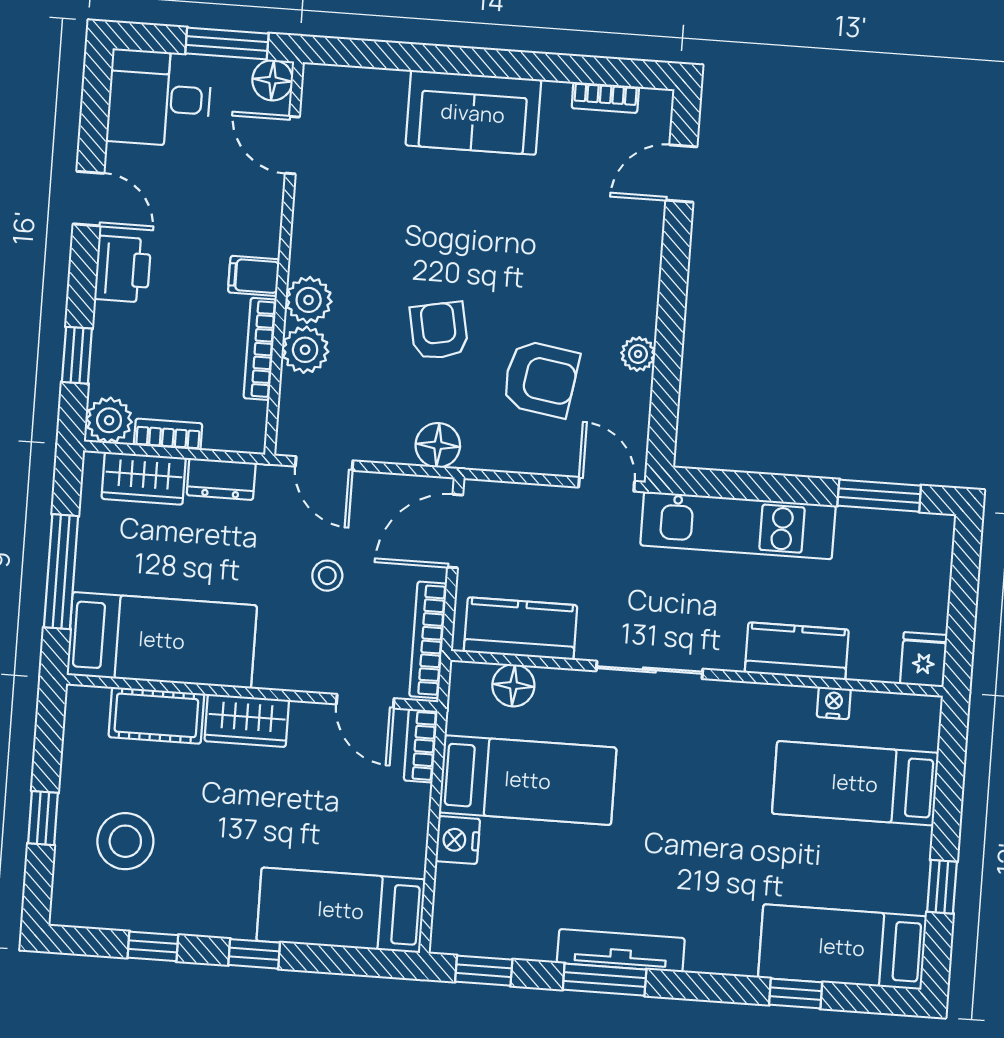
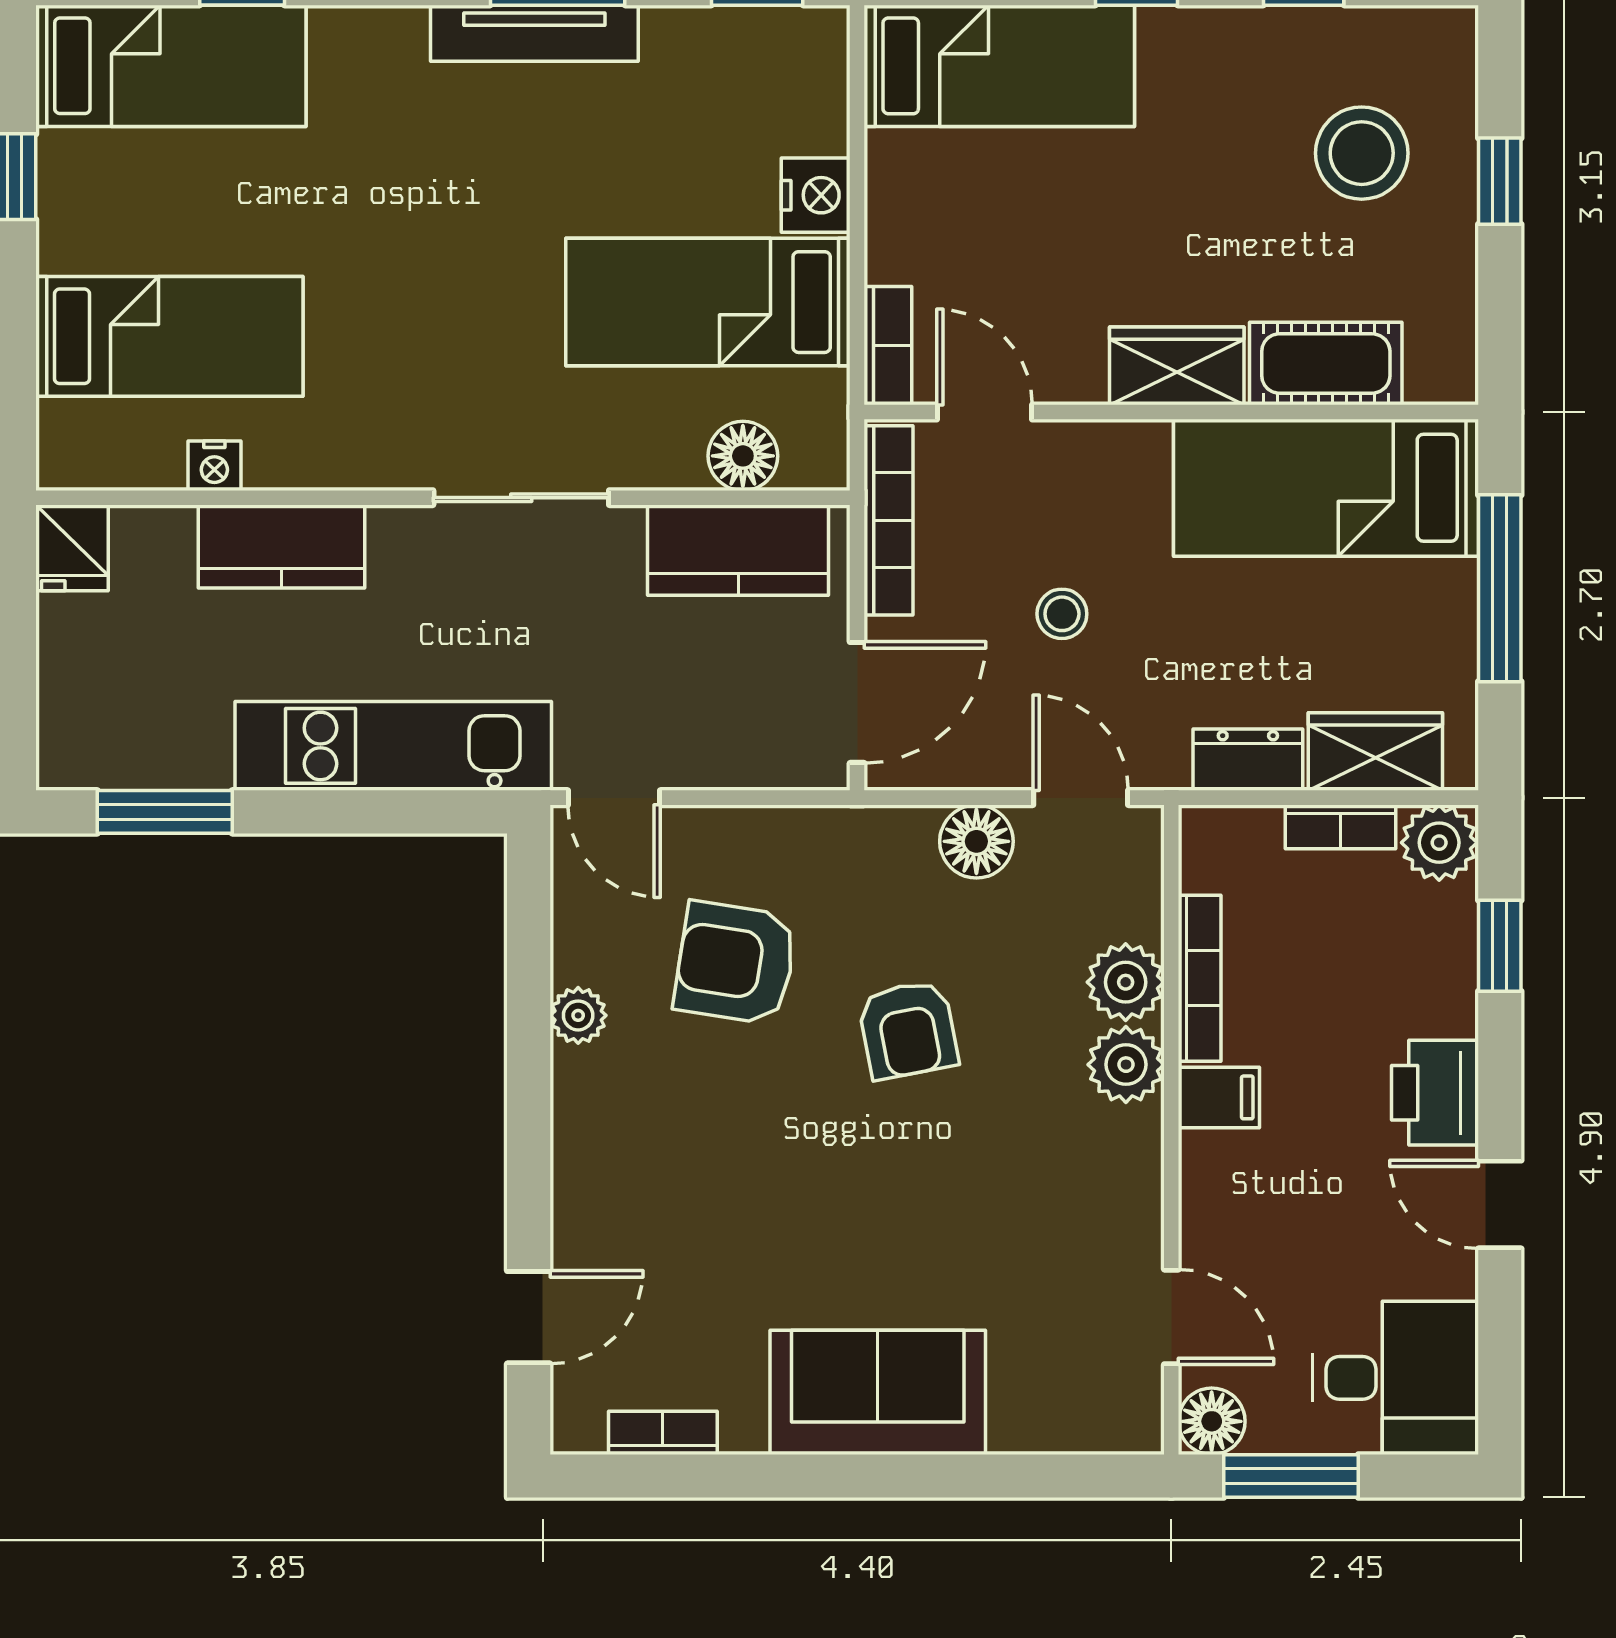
floor lamp: (438, 445) -> (976, 841), moved

